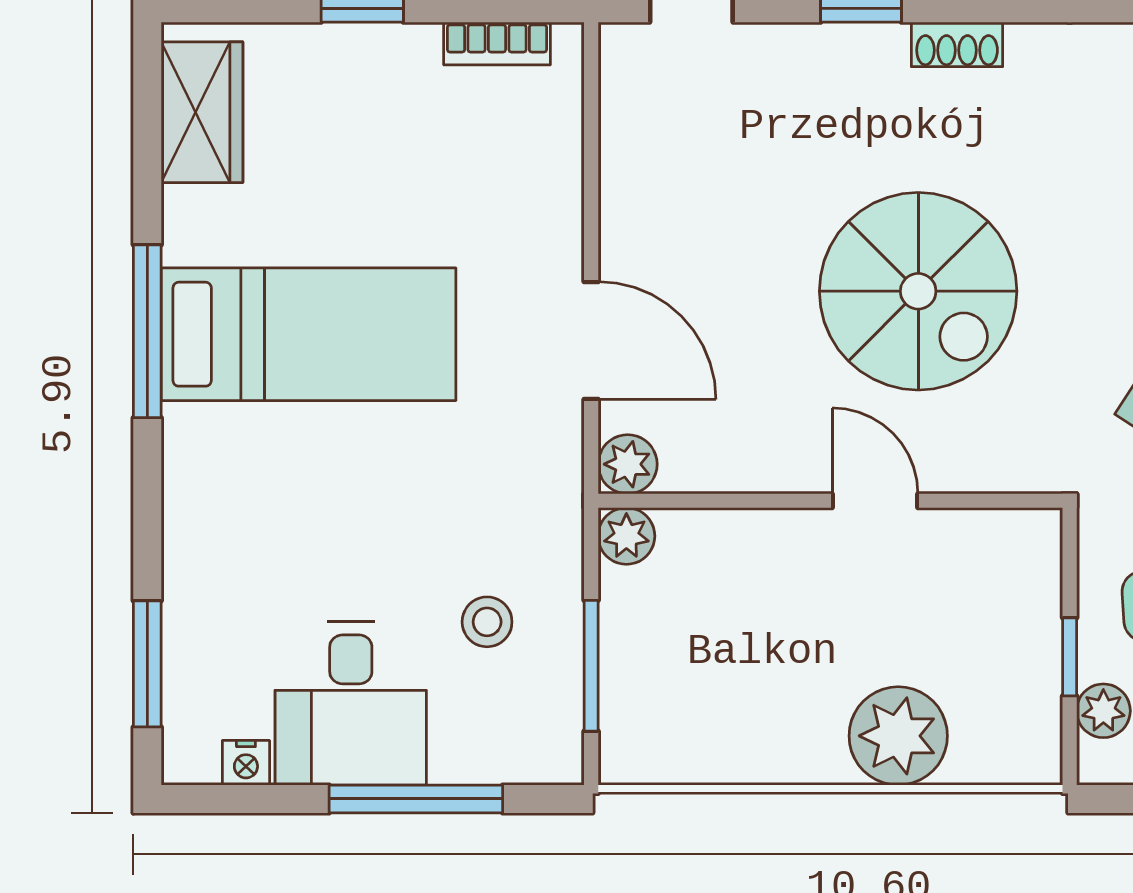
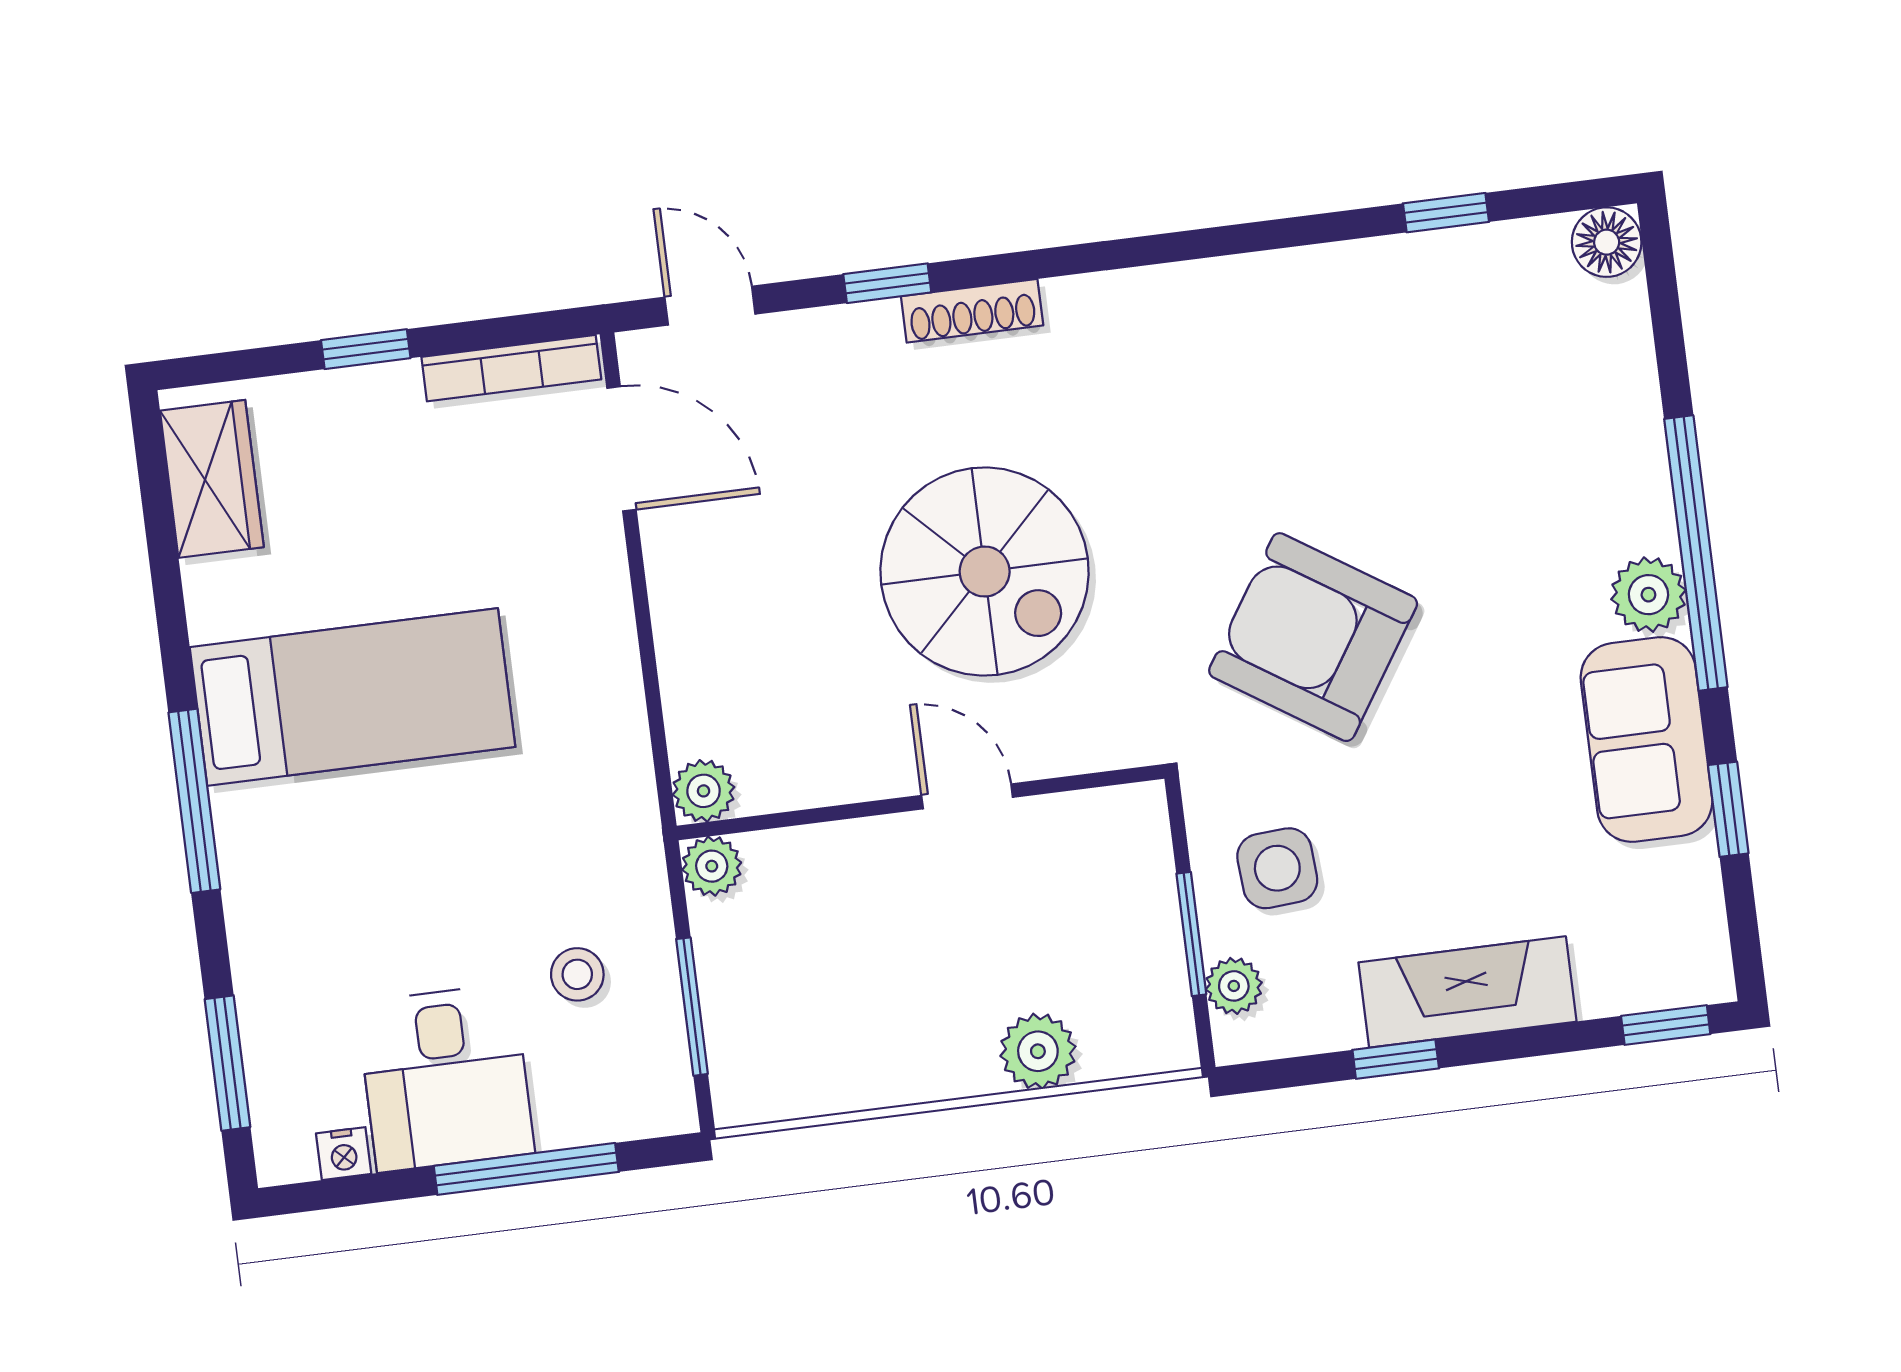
bookcase: (497, 44) -> (511, 368), width x1.56
shoe rack: (957, 44) -> (972, 311), width x1.43
window: (147, 331) -> (194, 801), moved
door: (591, 341) -> (622, 449), moved
window: (1070, 657) -> (1191, 934), width x1.50
plant: (898, 736) -> (1038, 1051), width x0.73, depth x0.73

